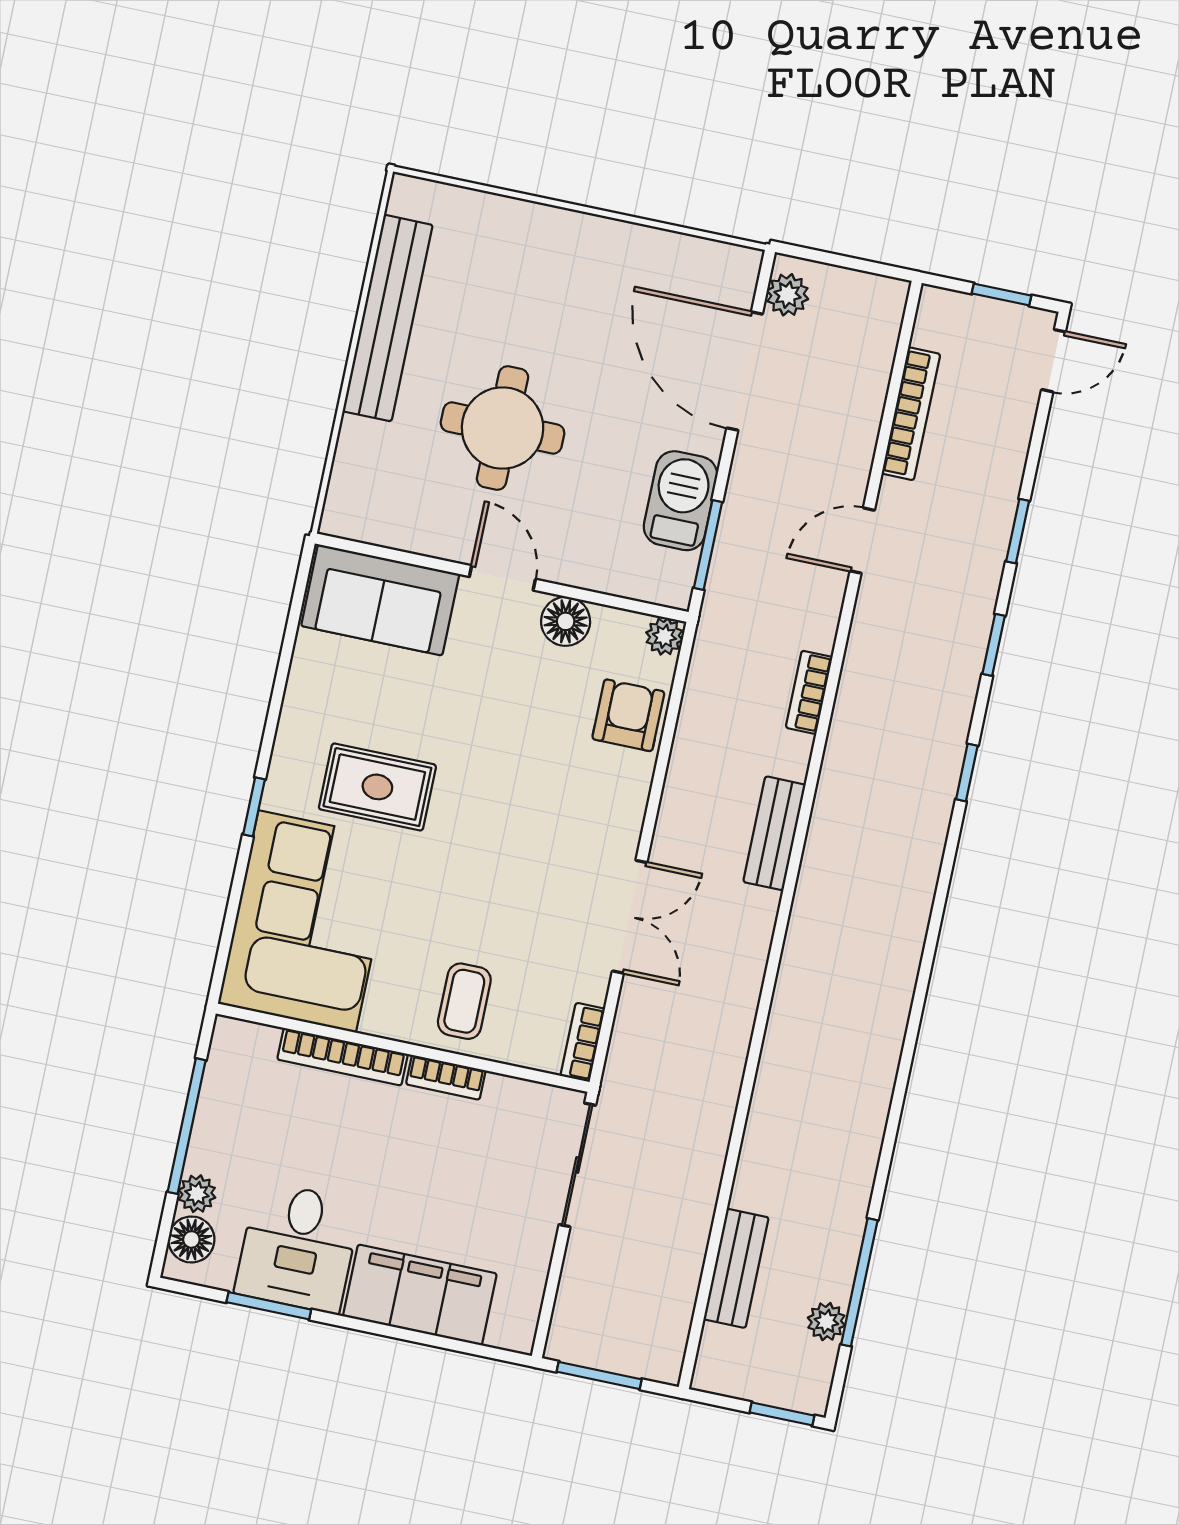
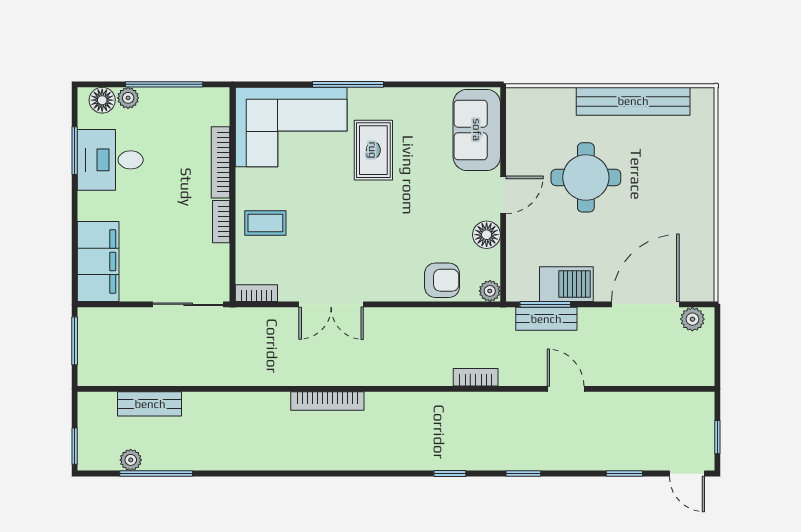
bookcase: (911, 414) -> (327, 401), moved
window: (1018, 531) -> (624, 474), moved
window: (254, 807) -> (348, 84), width x2.17
bench: (774, 833) -> (546, 319), moved
filing cabinet: (420, 1295) -> (98, 261), moved

